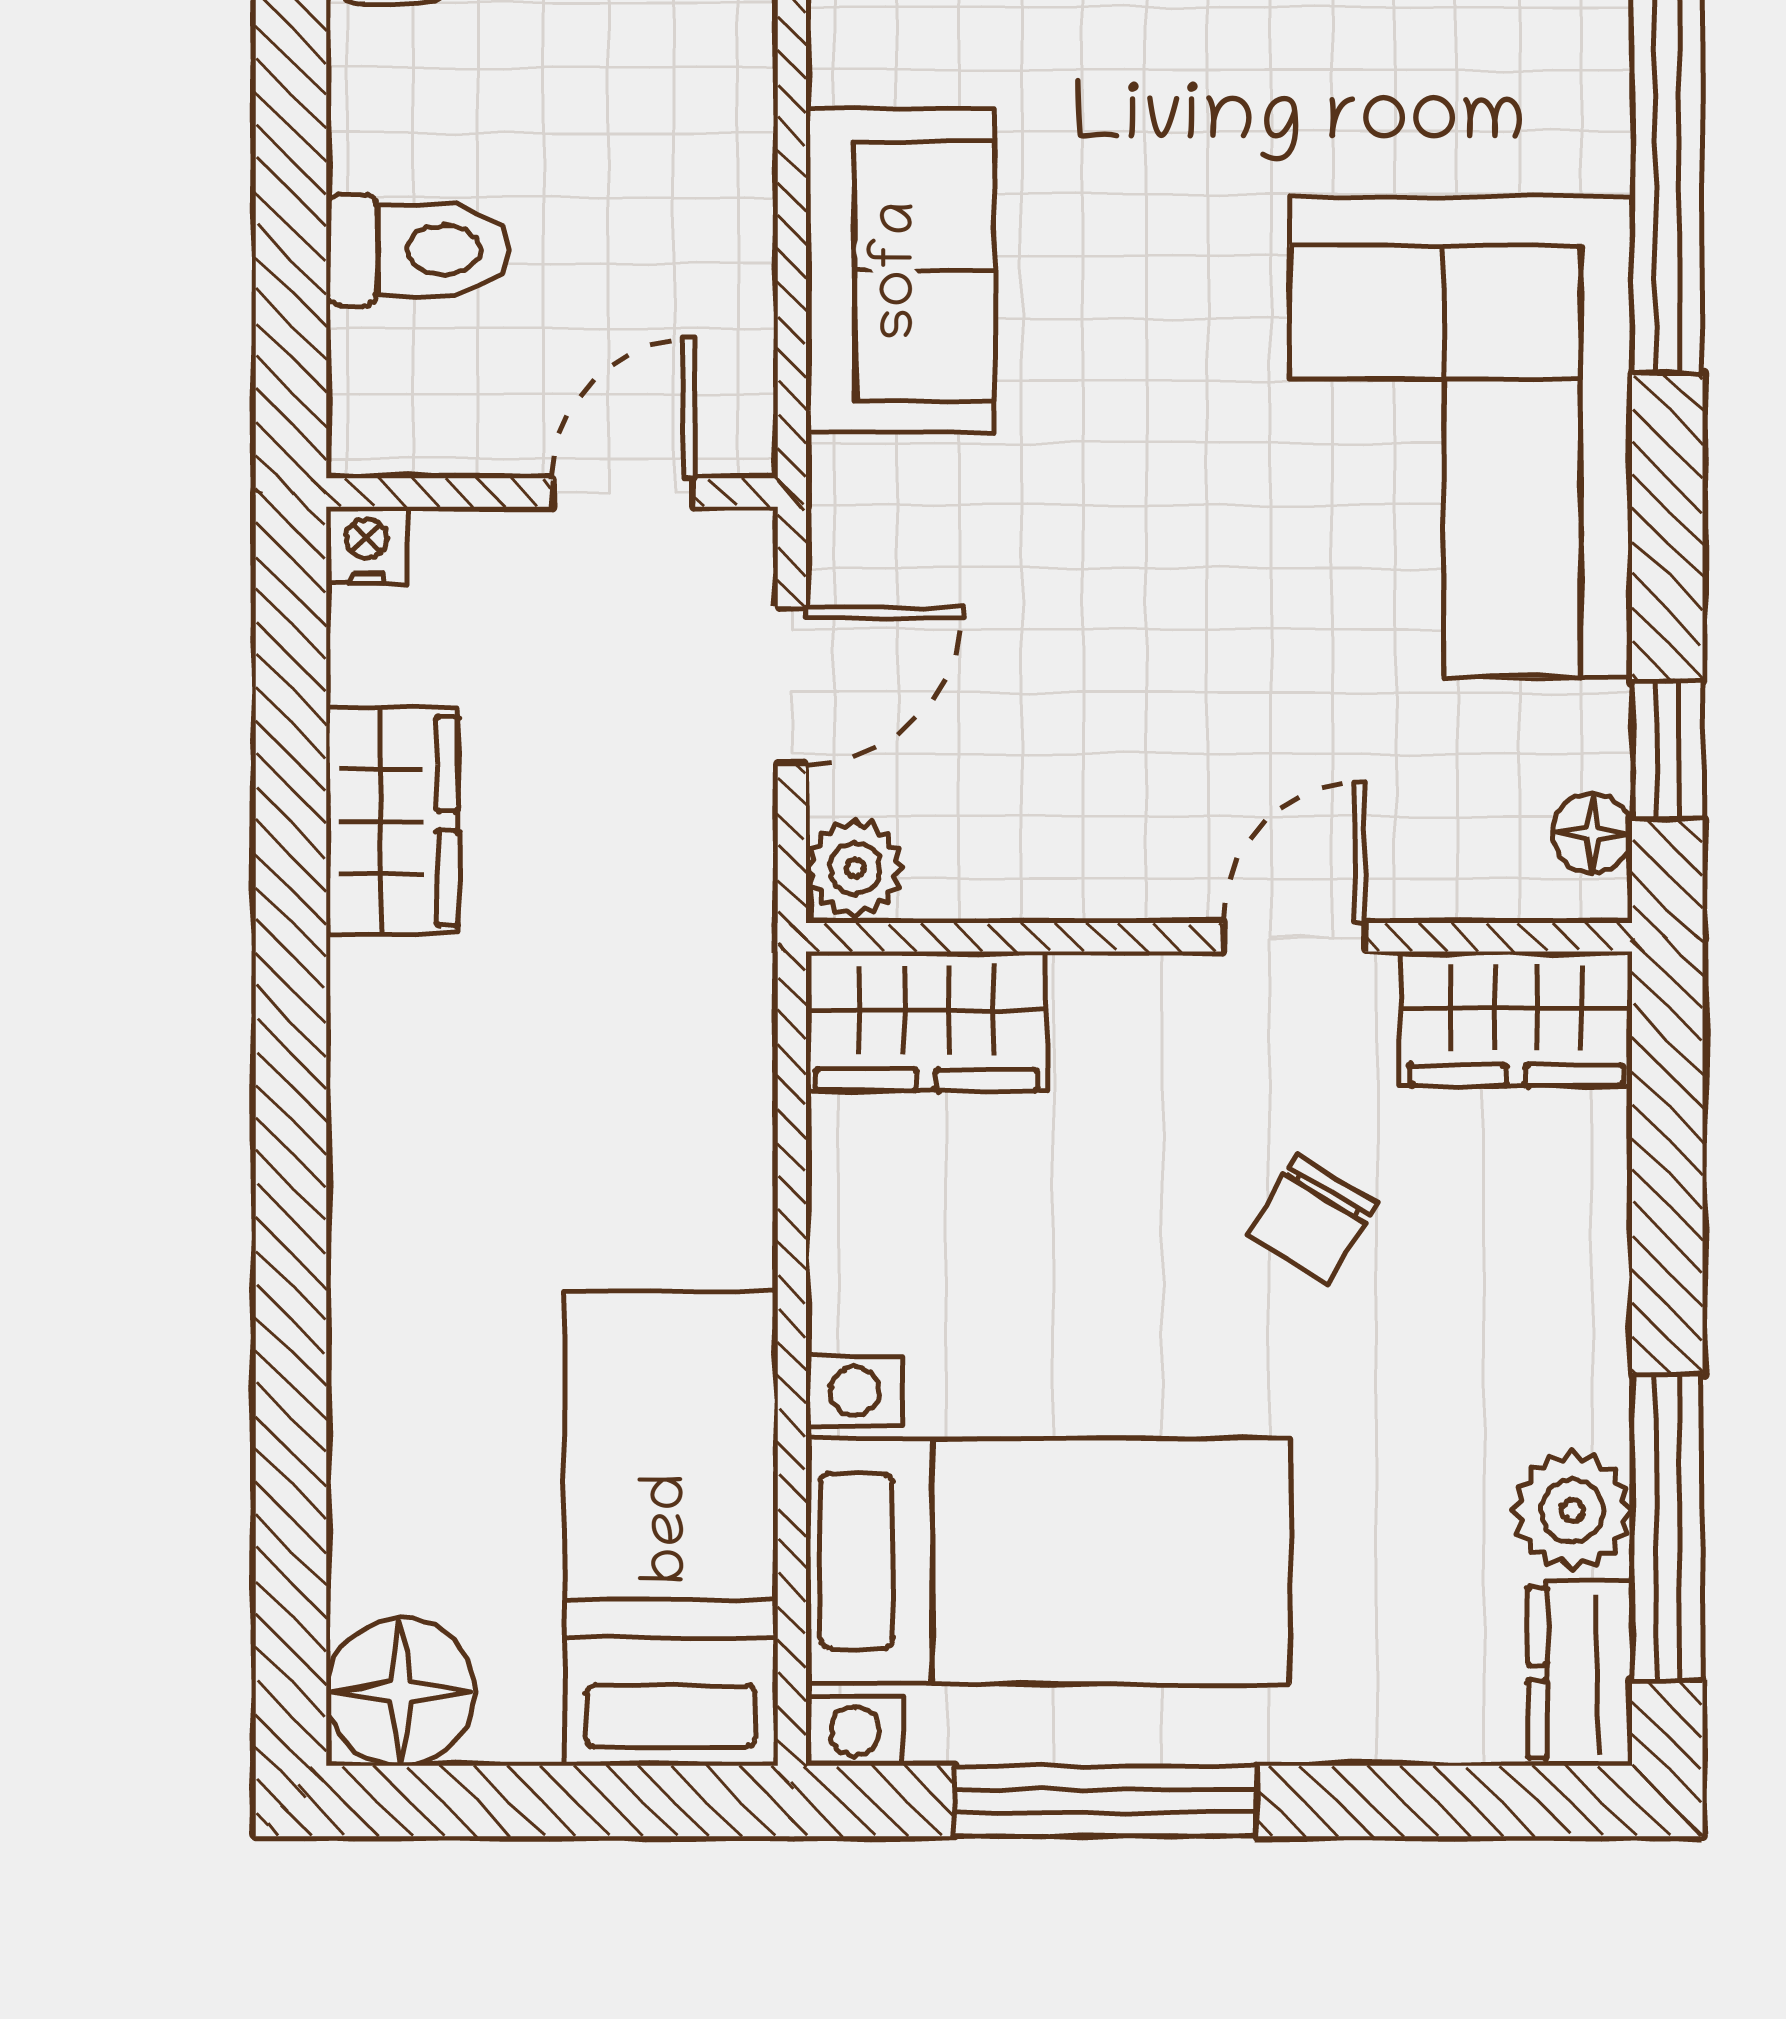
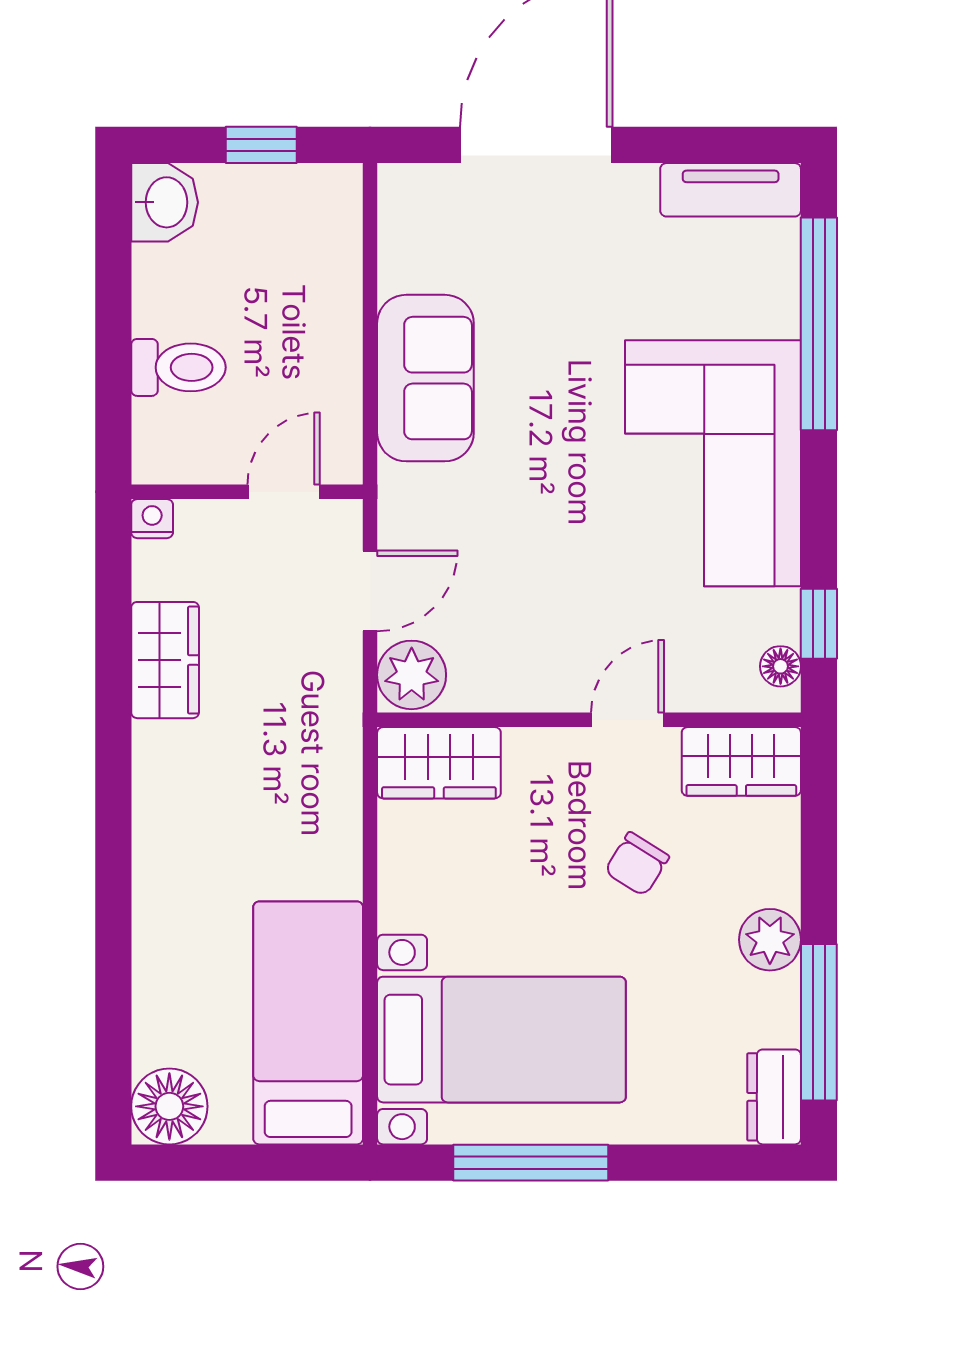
plant: (855, 868) -> (412, 675), width x1.38, depth x1.38
plant: (1572, 1511) -> (770, 940), moved

